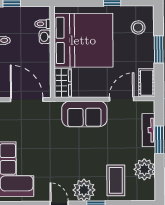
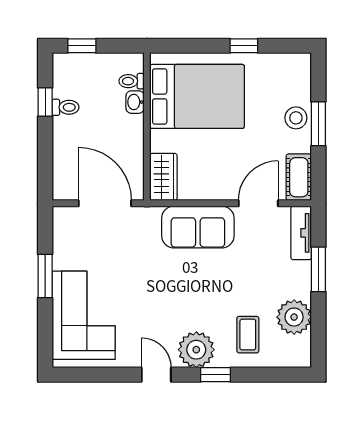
stool: (138, 27) -> (296, 118), moved
bed: (83, 40) -> (197, 96), width x0.73
tv unit: (149, 130) -> (301, 233), moved
coffee table: (116, 180) -> (248, 335), width x0.73, depth x0.77

